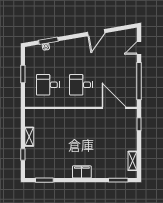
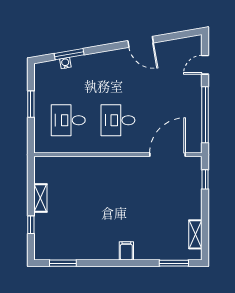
door: (96, 33) -> (141, 42), hinge flipped
door: (114, 108) -> (168, 155), hinge flipped
filing cabinet: (82, 172) -> (126, 251), width x0.50

